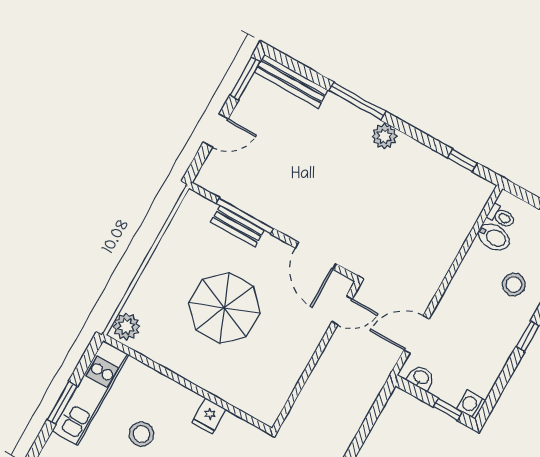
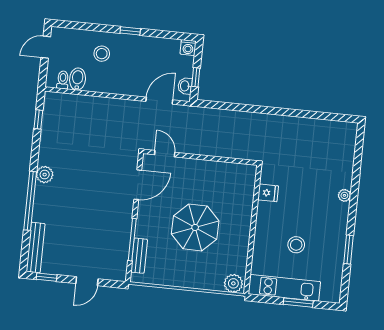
window: (245, 78) -> (47, 277), width x0.67
window: (357, 101) -> (30, 201), width x1.46
door: (216, 131) -> (87, 281), swing flipped
bench: (237, 226) -> (139, 256), moved
door: (416, 334) -> (159, 101), swing flipped
window: (448, 409) -> (196, 77), moved
fridge: (209, 416) -> (268, 193), moved

